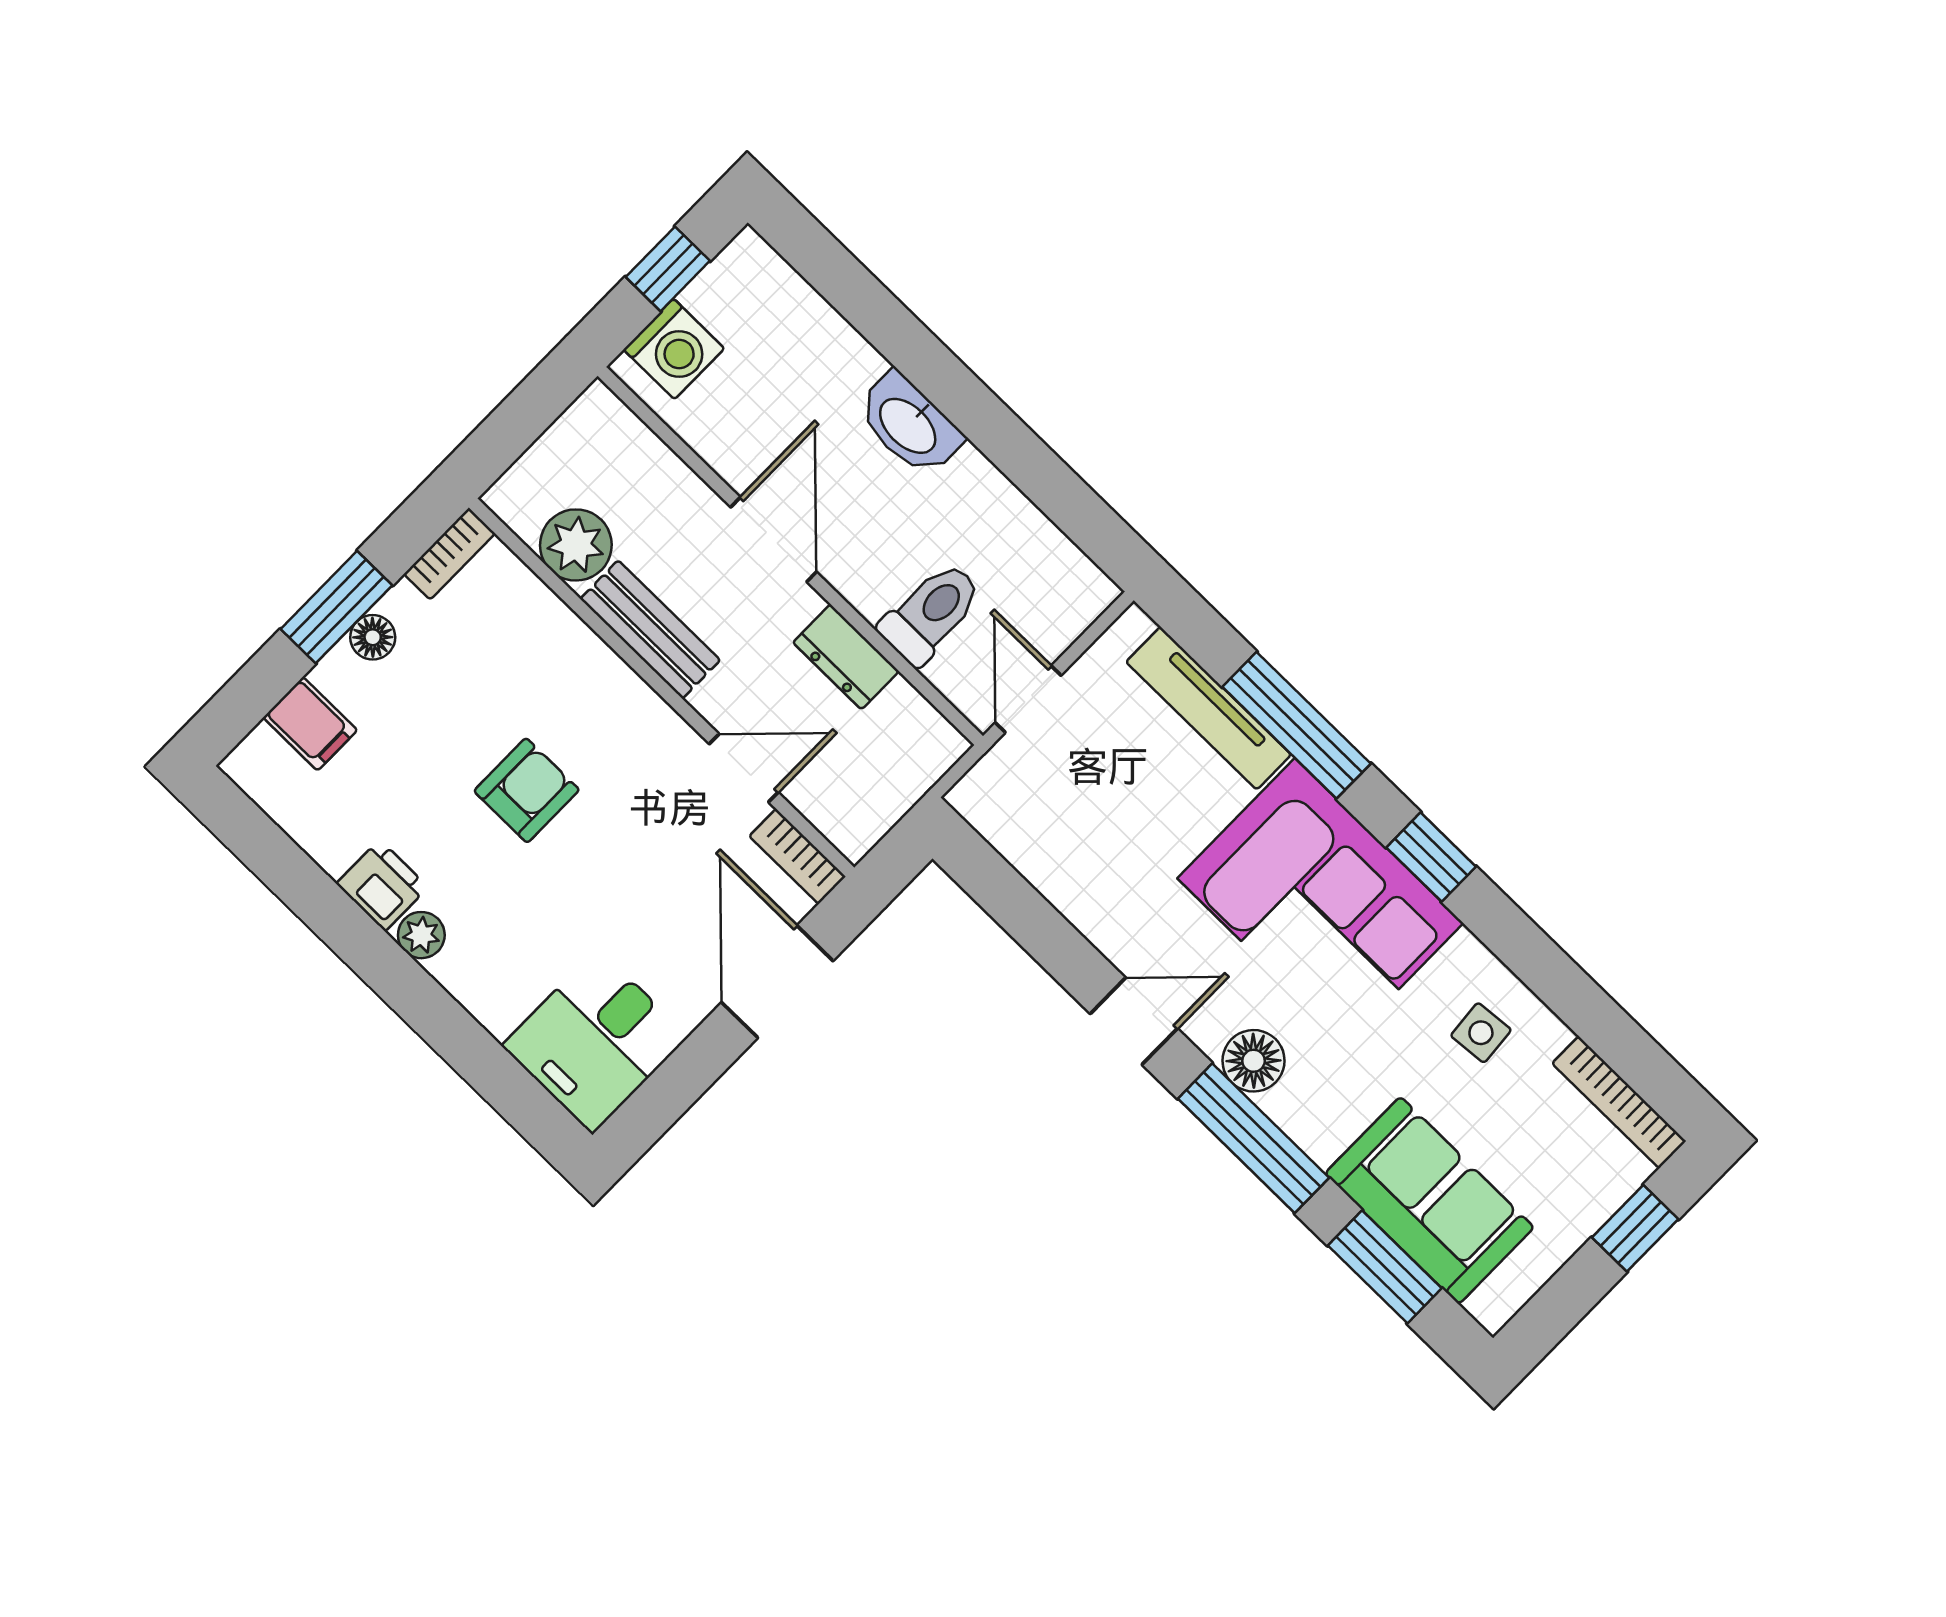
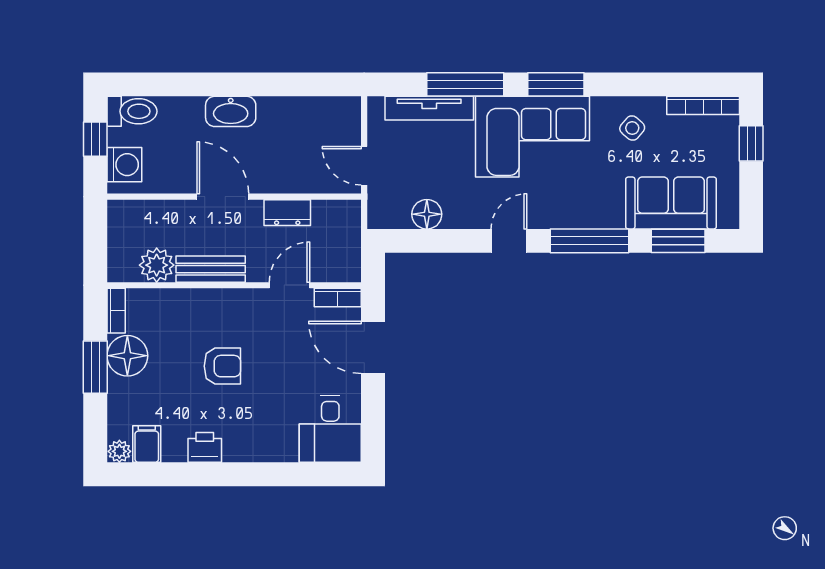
toilet: (931, 613) -> (132, 111), moved, turned 90
floor lamp: (373, 637) -> (127, 356), width x1.89, depth x1.89
filing cabinet: (310, 724) -> (147, 444), moved, turned -90
armchair: (527, 790) -> (222, 366), turned 90
window: (1431, 857) -> (556, 84), width x1.50
plant: (421, 935) -> (119, 451), moved
side table: (1481, 1033) -> (632, 128), turned 45
floor lamp: (1254, 1061) -> (427, 214), moved

